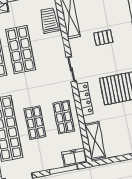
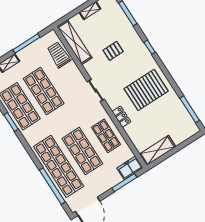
locker: (85, 99) -> (121, 117), width x0.66
shop shelf: (35, 123) -> (82, 151), width x1.43, depth x1.36
shelving: (95, 141) -> (158, 150), moved, turned 90

